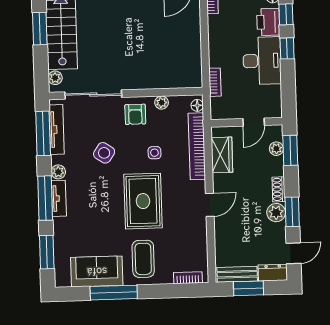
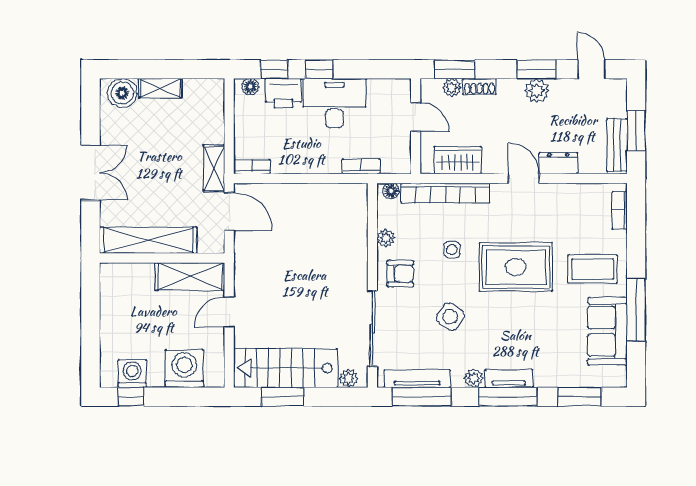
shoe rack: (279, 189) -> (479, 87), moved
dresser: (273, 273) -> (558, 163), moved, turned 90

